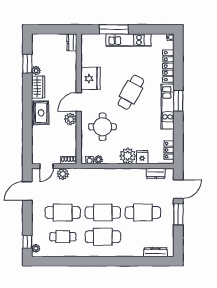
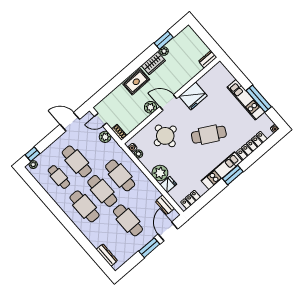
window: (114, 29) -> (259, 99), moved
cafe table: (103, 188) -> (120, 175), added
door: (178, 189) -> (168, 231), swing flipped

